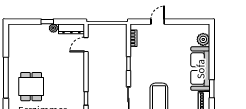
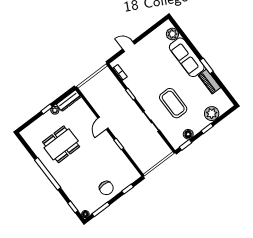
door: (158, 22) -> (129, 47), hinge flipped
door: (86, 45) -> (103, 123), moved
dining table: (31, 87) -> (61, 144), moved, width x1.38

